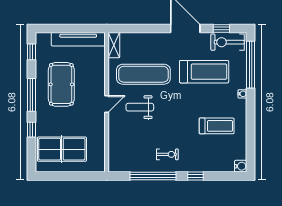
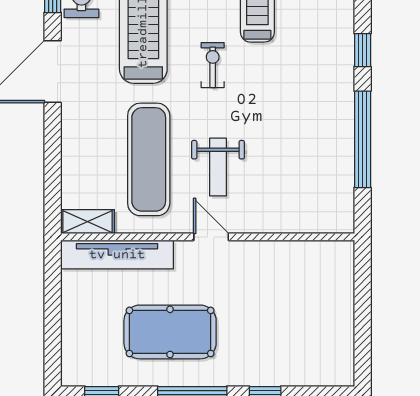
tv unit: (78, 39) -> (117, 255), moved, turned 90
table tennis table: (62, 149) -> (306, 331), removed
exercise bike: (167, 154) -> (213, 65), moved

